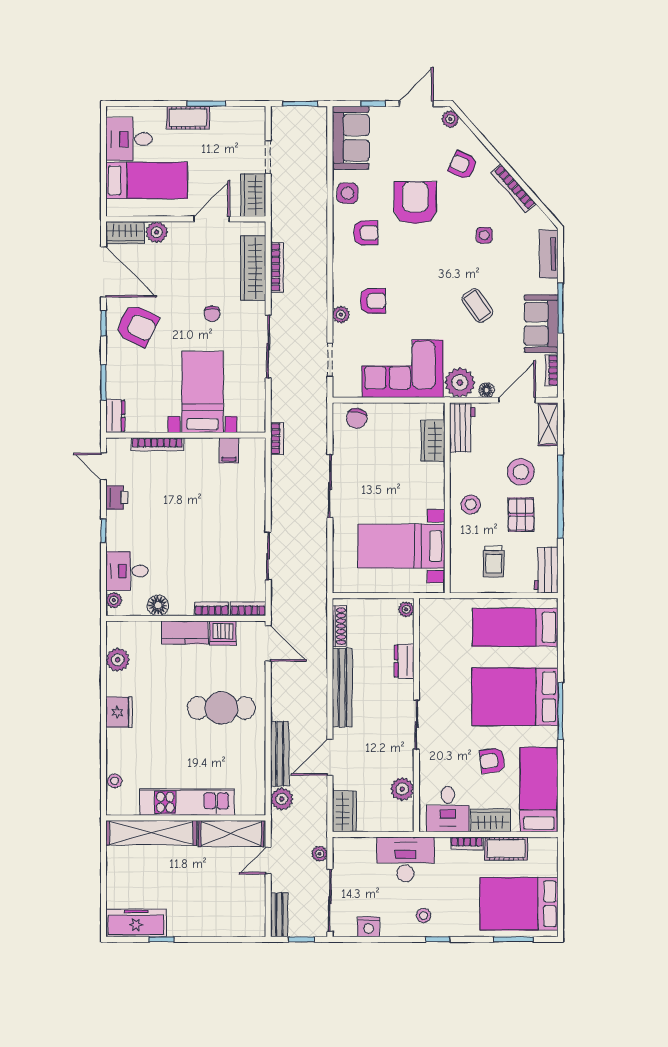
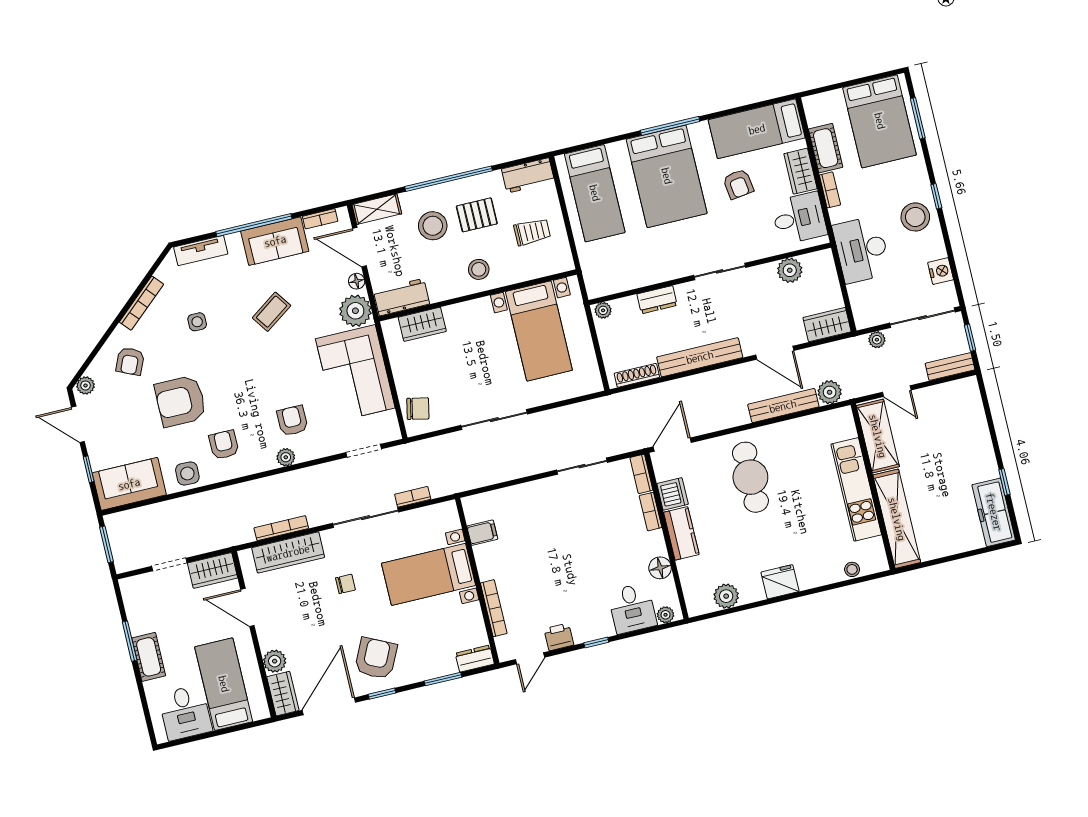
window: (560, 308) -> (254, 225), width x1.46
plant: (341, 315) -> (286, 457), moved
bookcase: (277, 439) -> (413, 497), moved
stool: (424, 916) -> (915, 217), width x1.89, depth x1.89

